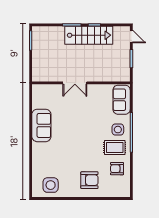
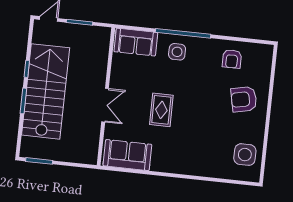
stairs: (89, 35) -> (46, 91), width x1.36, depth x1.51
sofa: (41, 125) -> (127, 155), moved
rug: (115, 147) -> (161, 110), moved
armchair: (89, 180) -> (244, 99), turned -102

